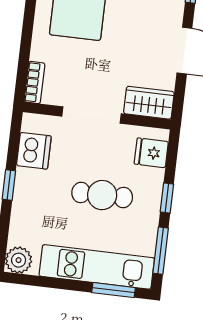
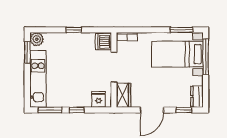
dishwasher: (34, 151) -> (103, 42), moved, turned 90
cafe table: (102, 195) -> (74, 77), removed
window: (114, 290) -> (27, 52), moved

